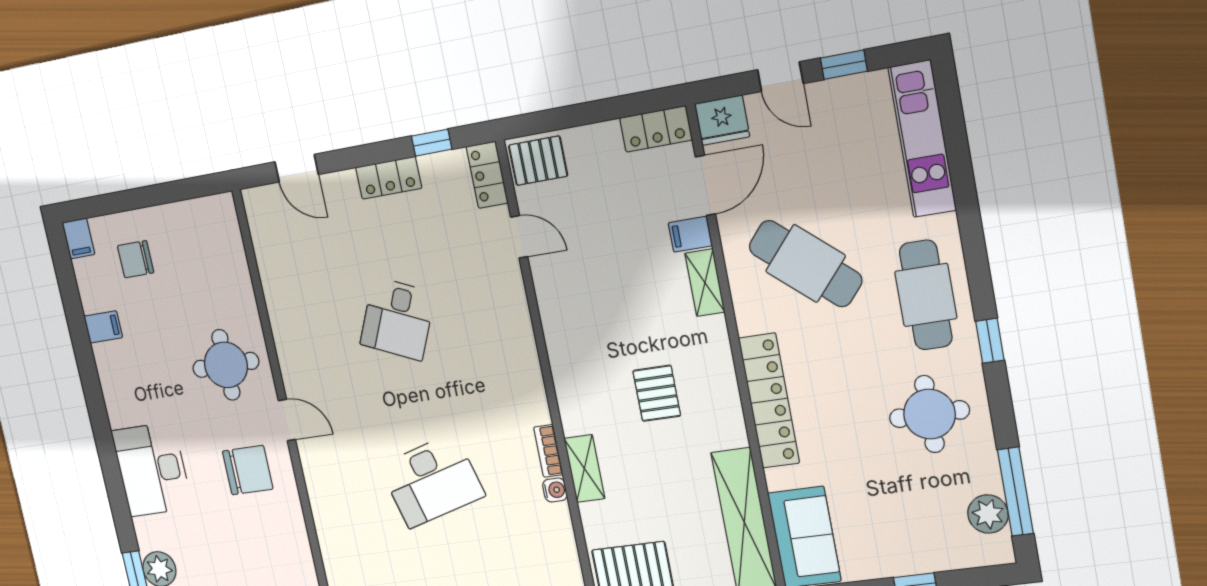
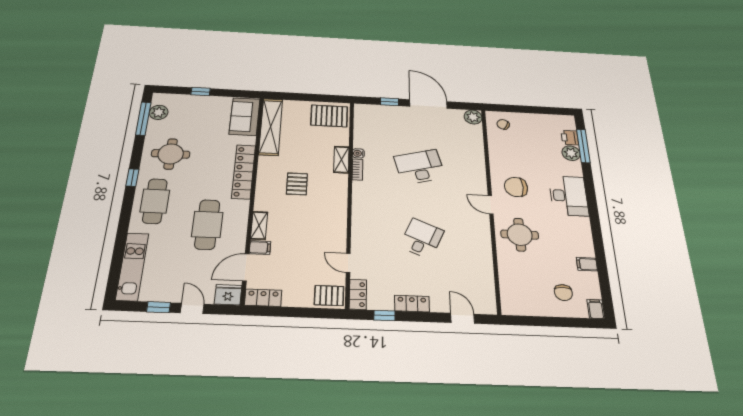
chair: (136, 259) -> (563, 293), turned 90
cafe table: (805, 264) -> (207, 224), turned 49

